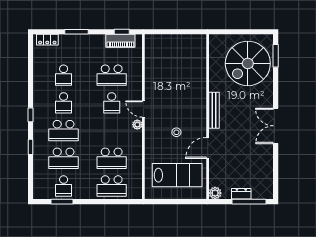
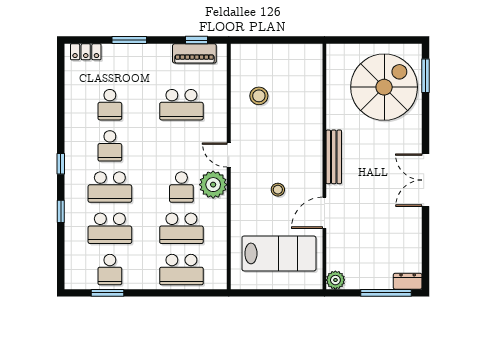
spiral stairs: (248, 63) -> (384, 87), turned 180
stool: (164, 69) -> (259, 96), added
school desk: (112, 103) -> (181, 187), moved
plant: (137, 125) -> (213, 185), width x1.87, depth x1.87
dresser: (241, 194) -> (408, 281), moved

